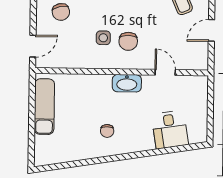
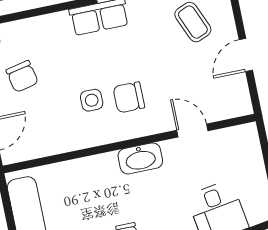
chair: (128, 41) -> (129, 97), turned 90

